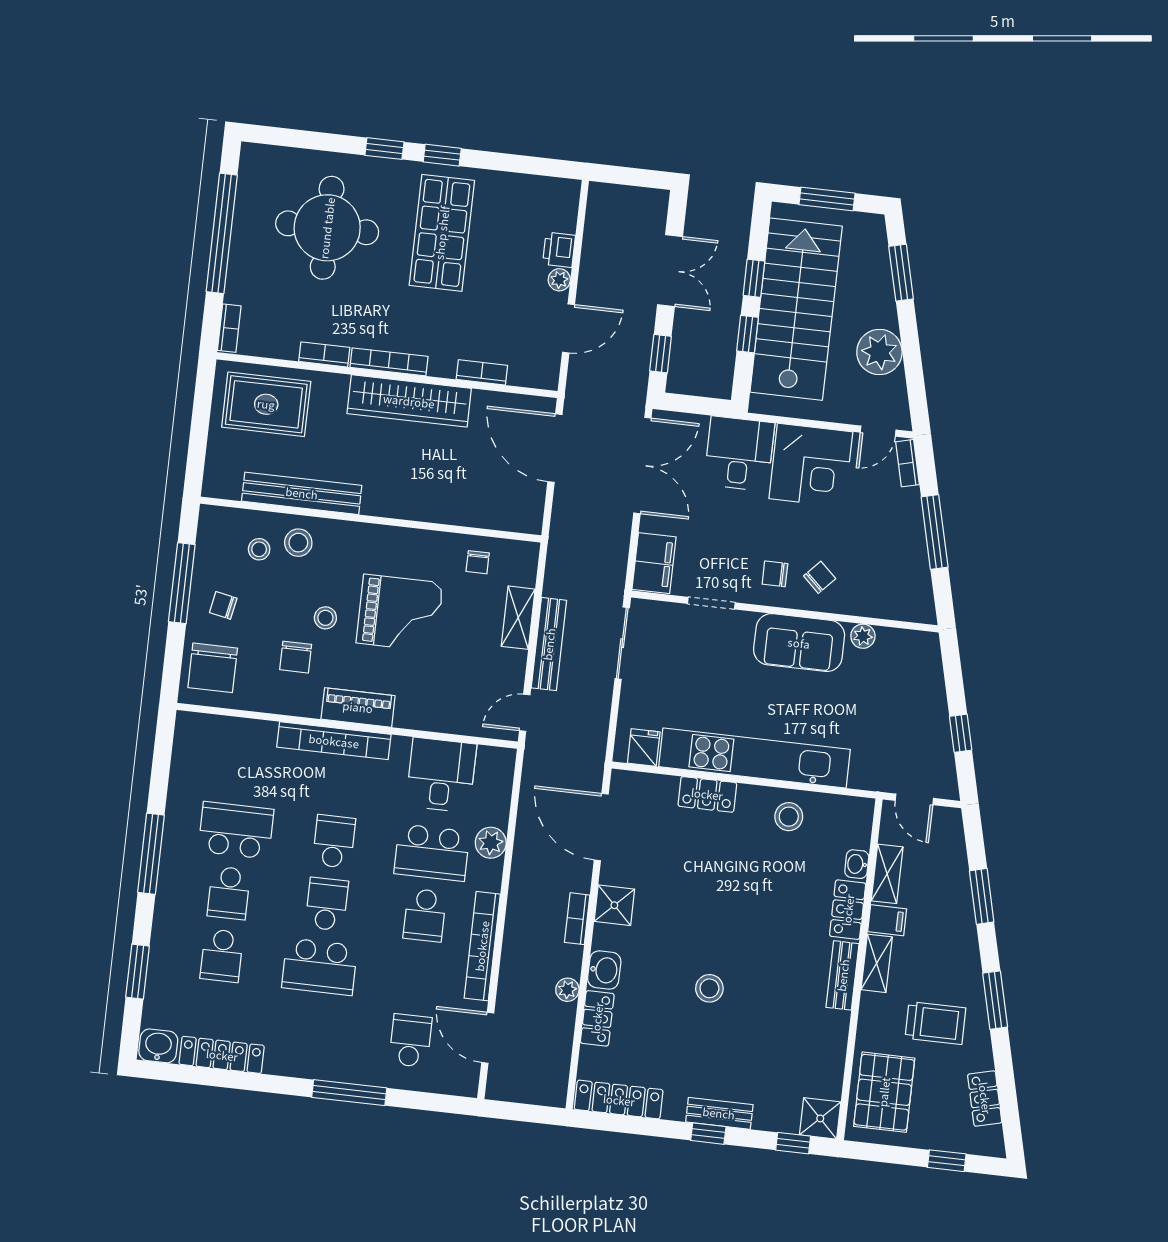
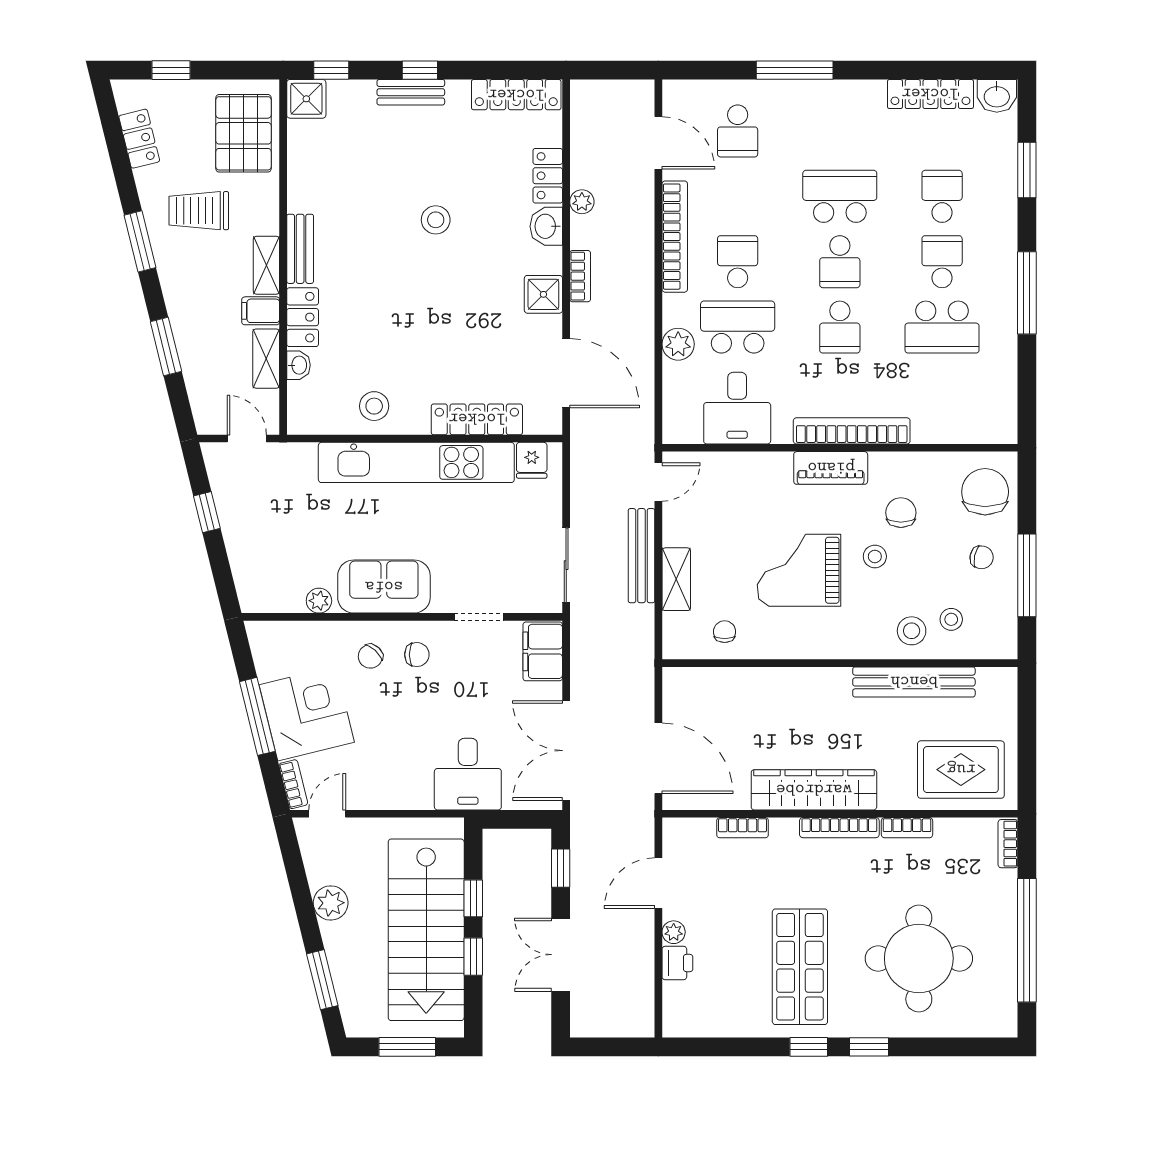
plant: (879, 352) -> (331, 903), width x0.73, depth x0.73
corner desk: (811, 465) -> (307, 714), moved, turned 76
locker: (707, 794) -> (477, 419), width x1.53

